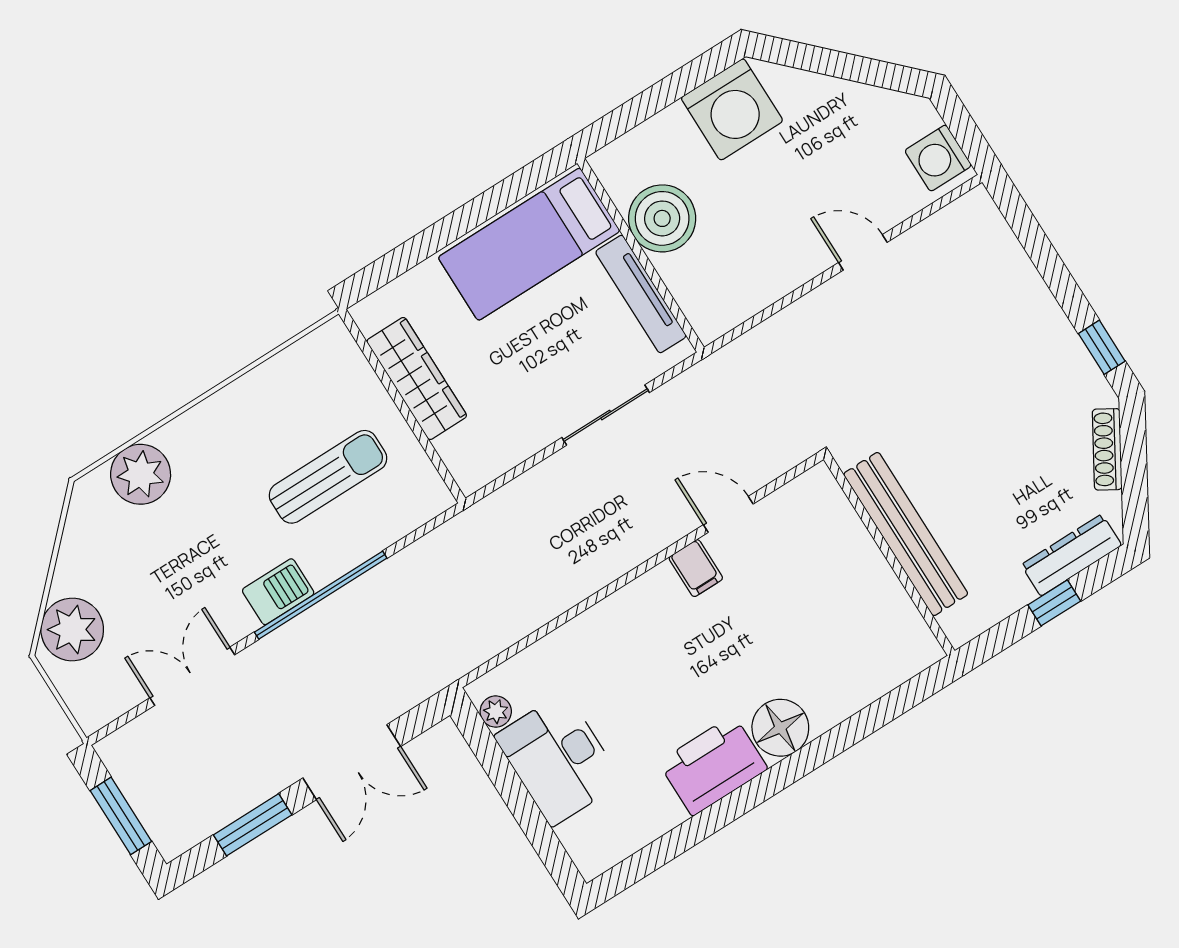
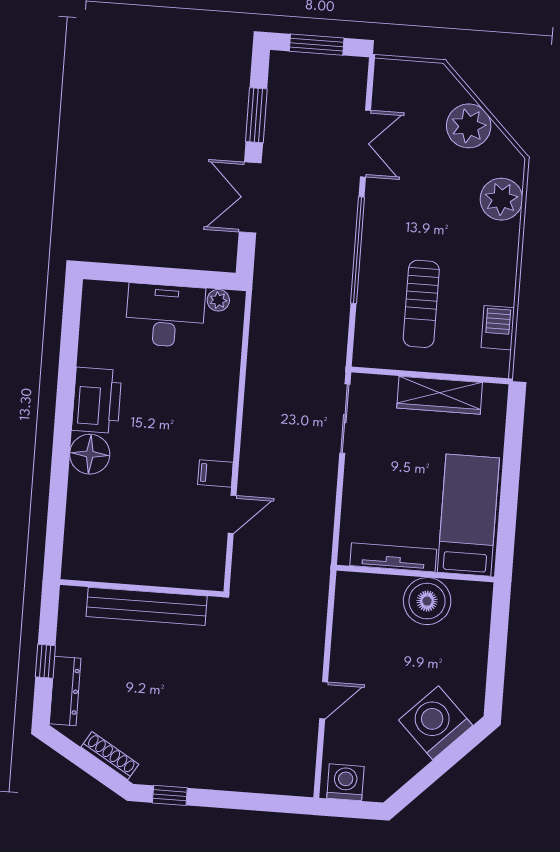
washing machine: (732, 109) -> (436, 723), moved, turned 45
sliding door: (606, 415) -> (345, 419), moved
barbecue: (278, 592) -> (498, 328), moved, turned 180
plant: (72, 629) -> (469, 126), moved

